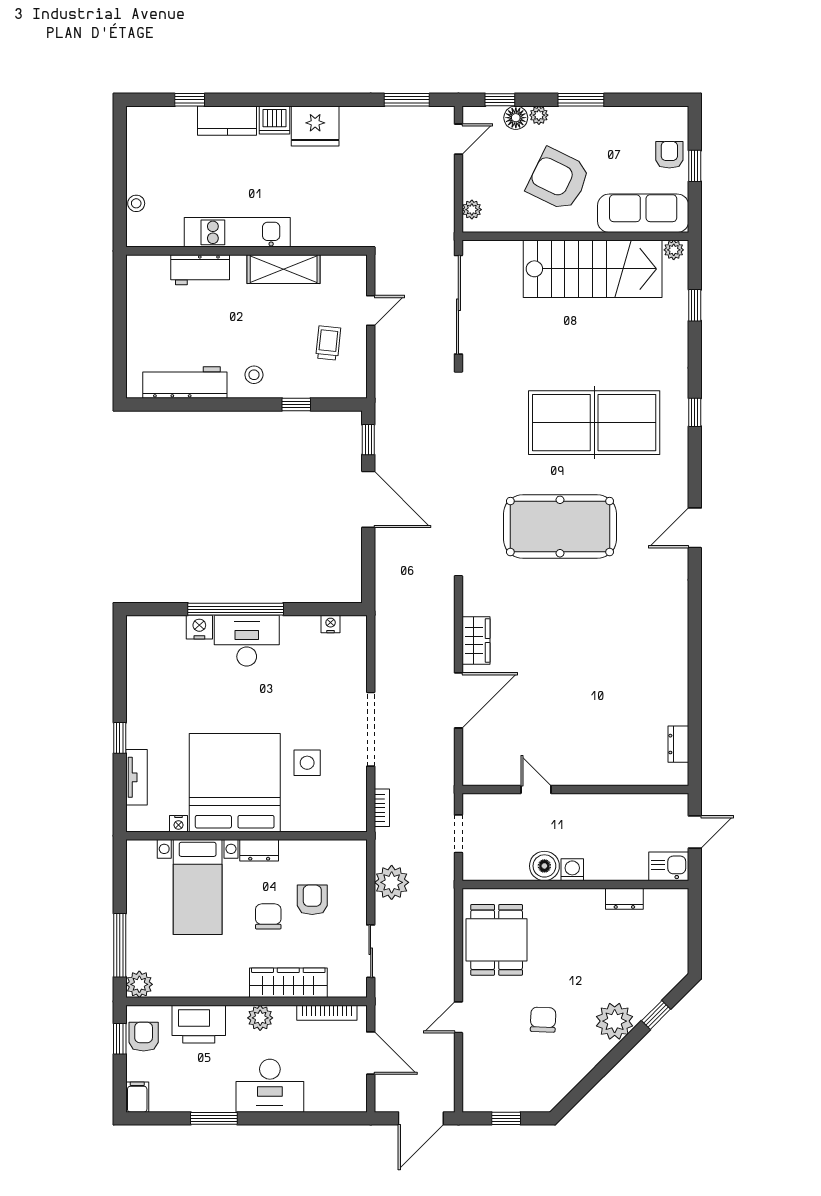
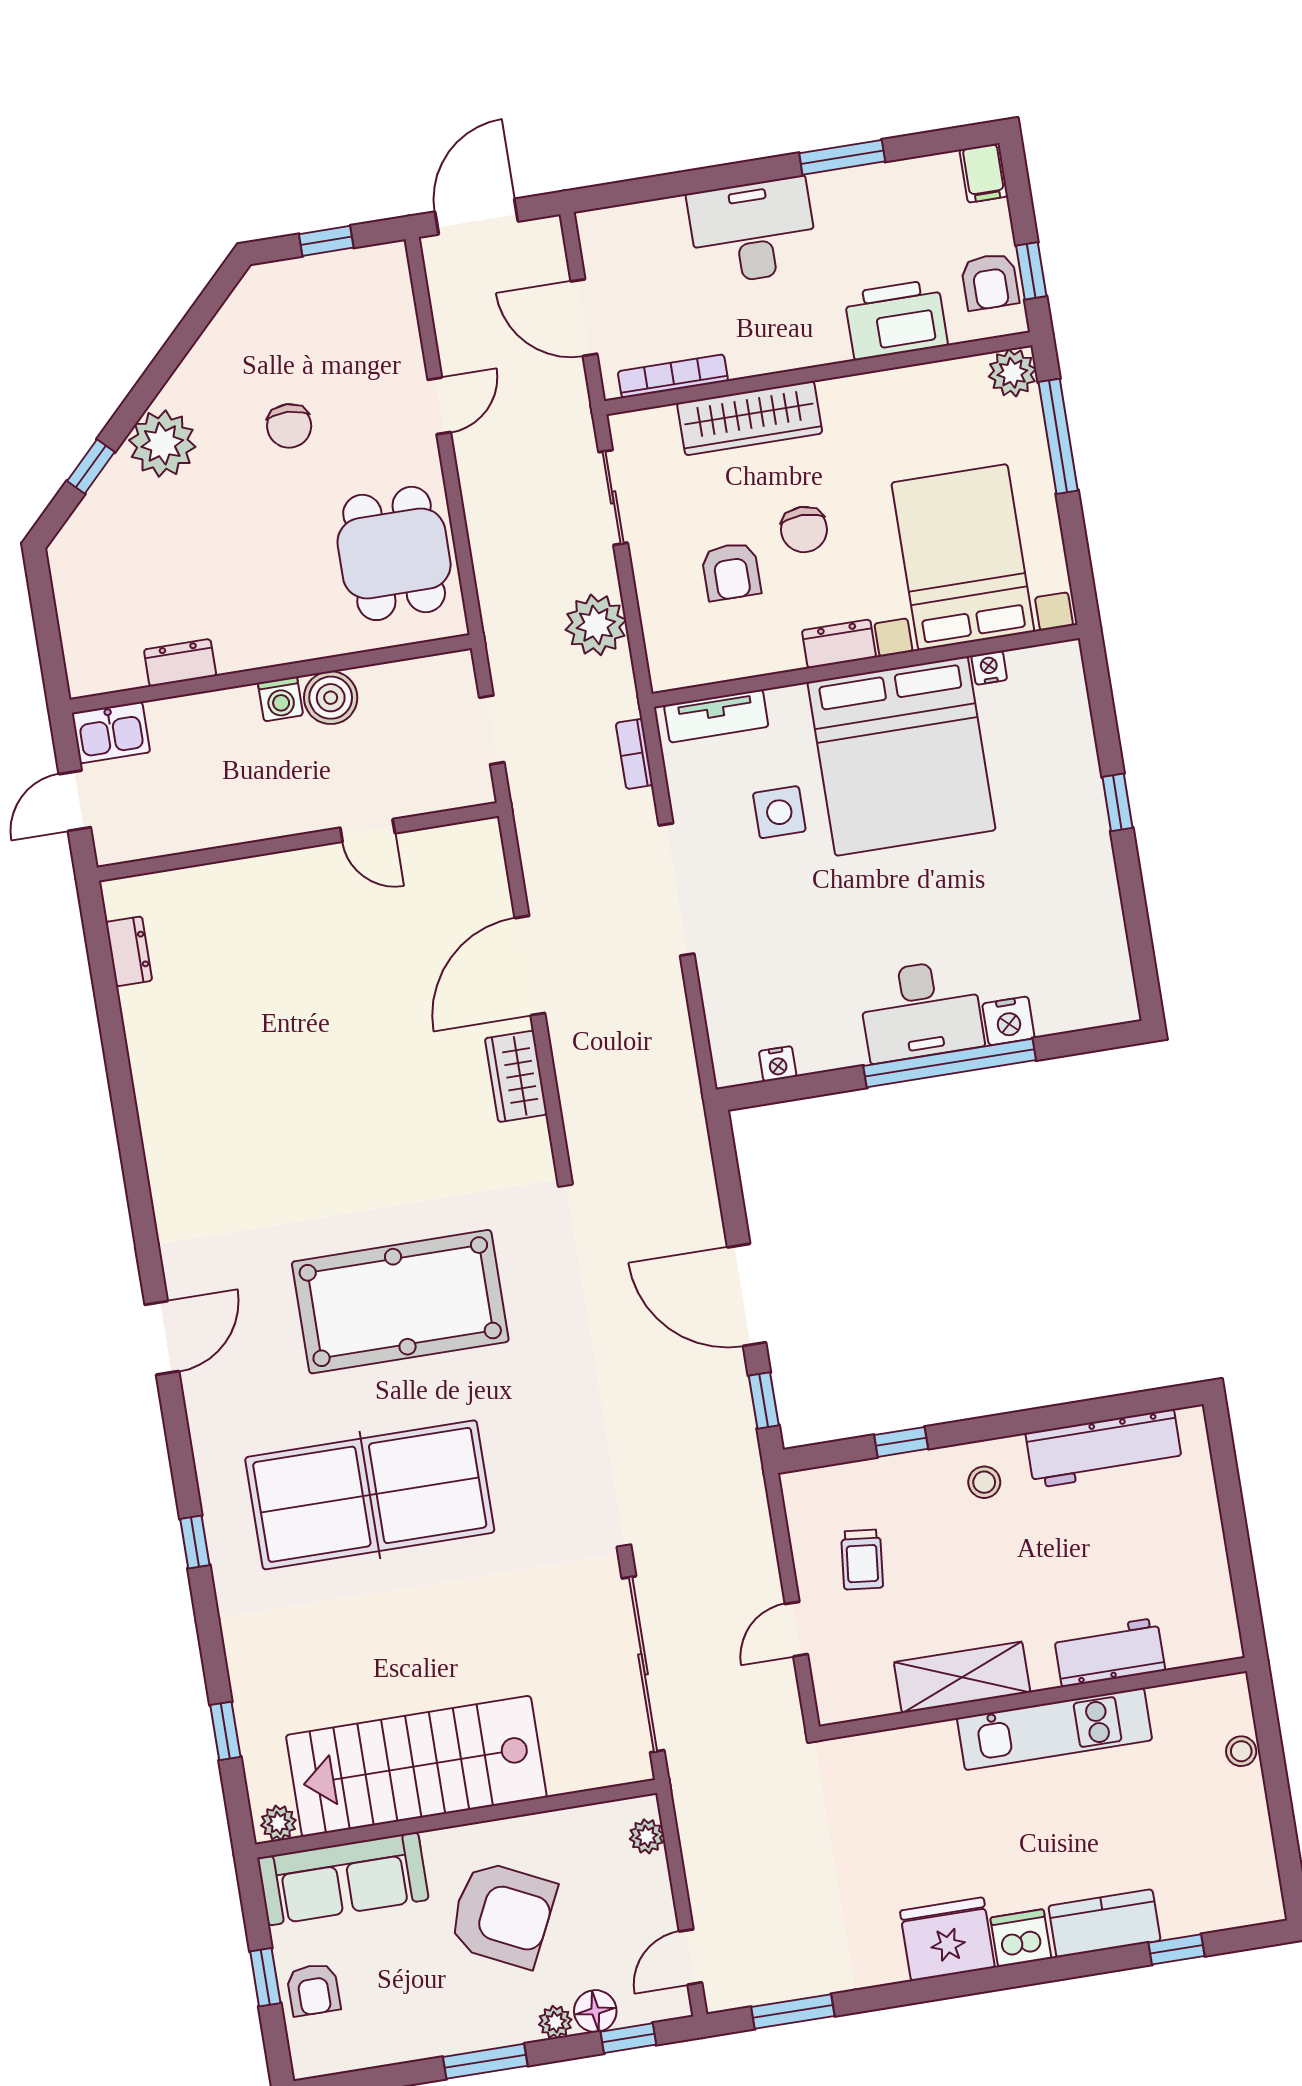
tv unit: (136, 777) -> (716, 716), moved, turned -90
bed with nightstands: (198, 887) -> (963, 557), width x1.36
plant: (260, 1018) -> (789, 348), removed

